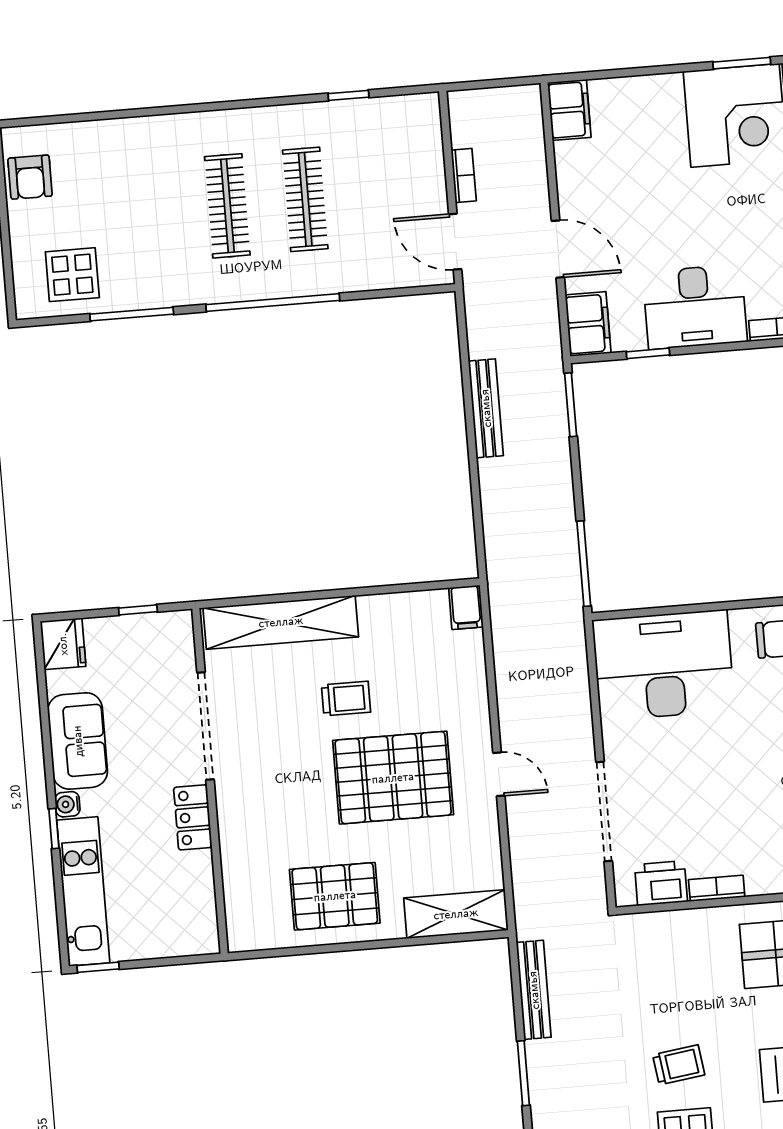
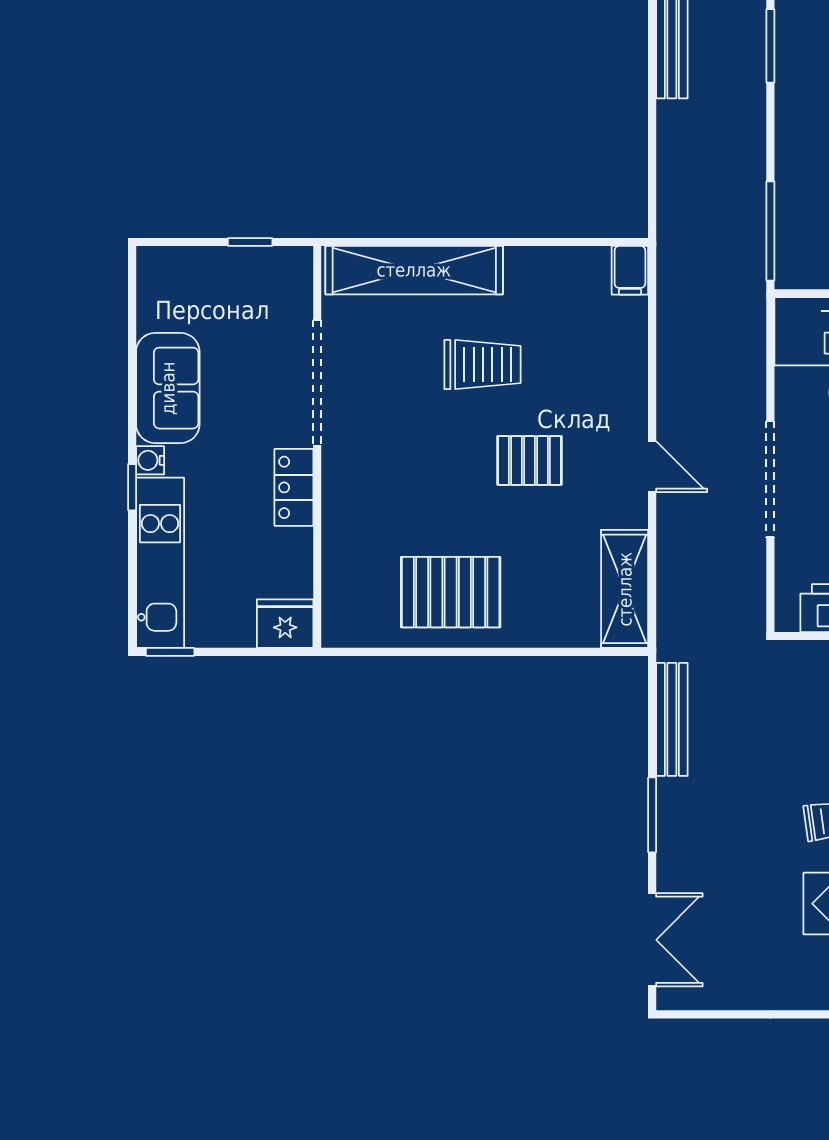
fridge: (63, 644) -> (285, 624), moved, turned -90
trolley: (346, 699) -> (482, 365), width x1.36, depth x1.39
pallet: (393, 778) -> (529, 460), width x0.49, depth x0.50
doorway: (604, 811) -> (770, 479), moved
shelving: (456, 914) -> (625, 589), moved, turned 90

